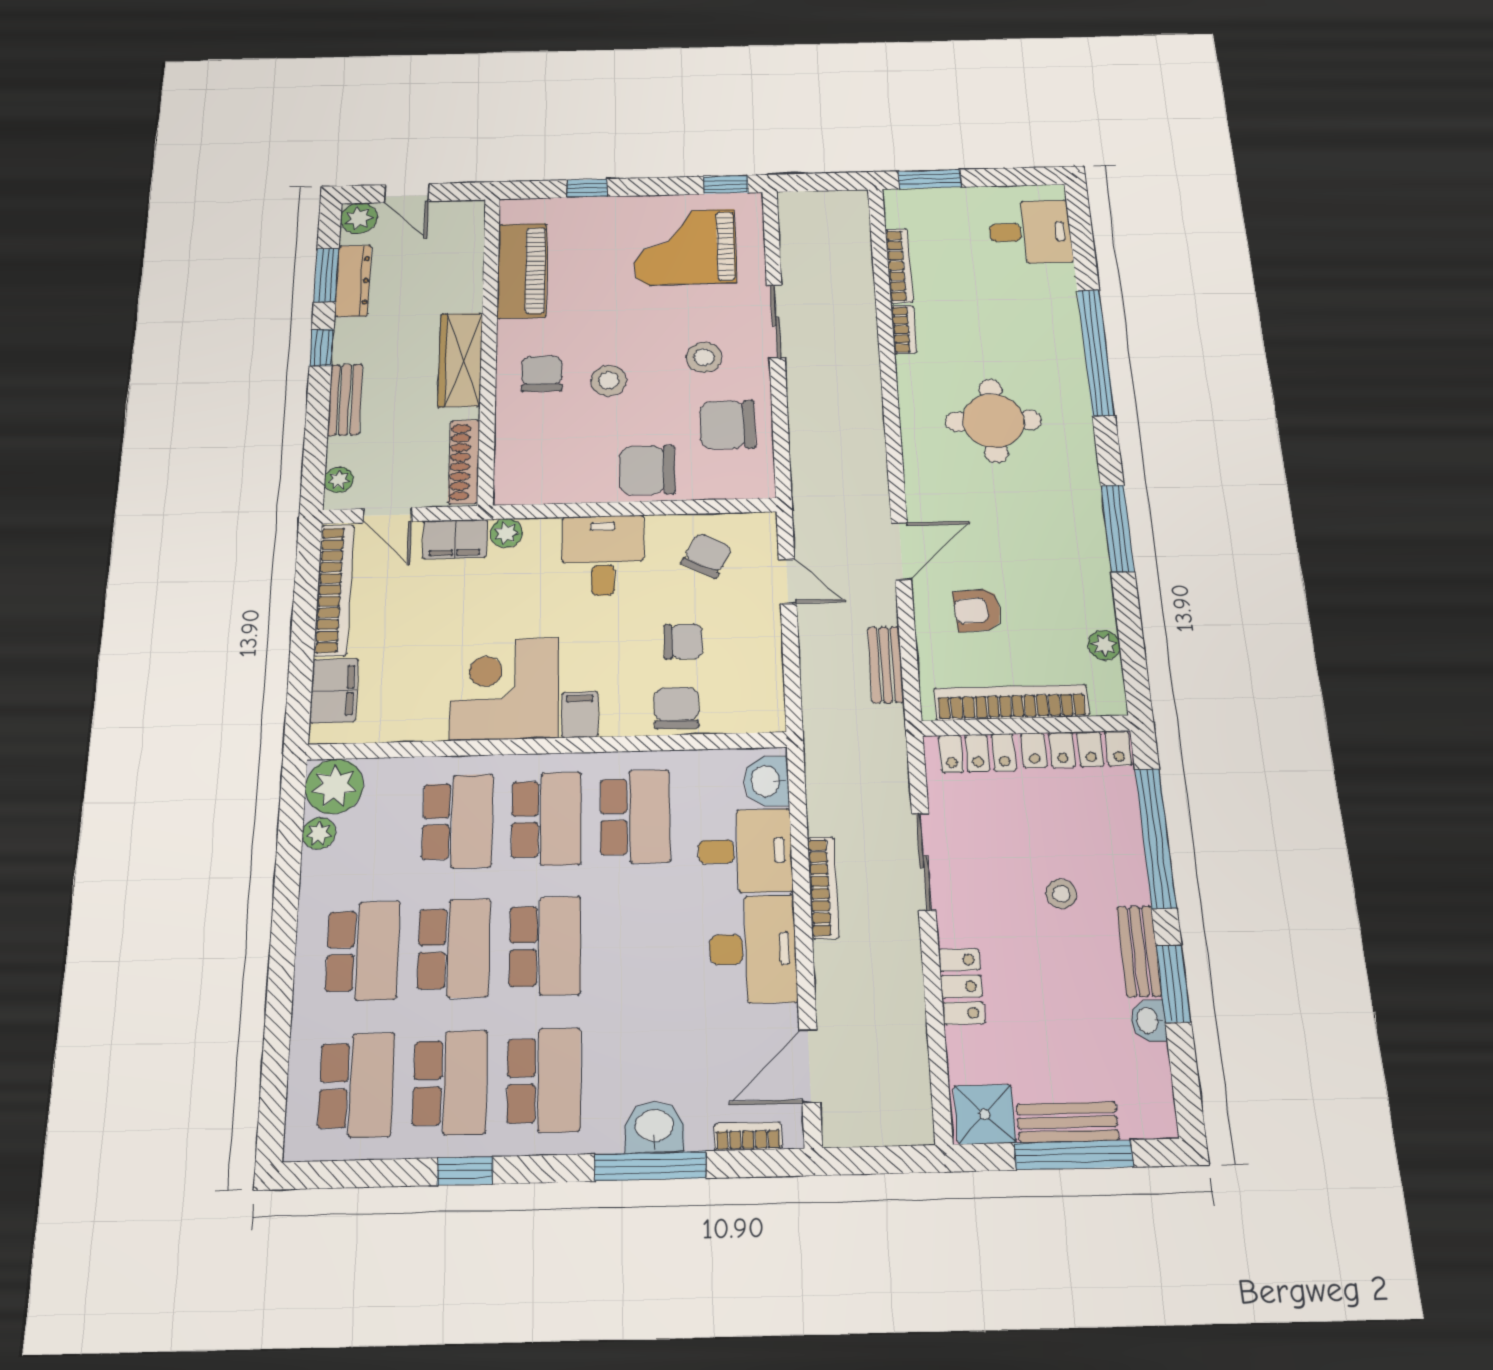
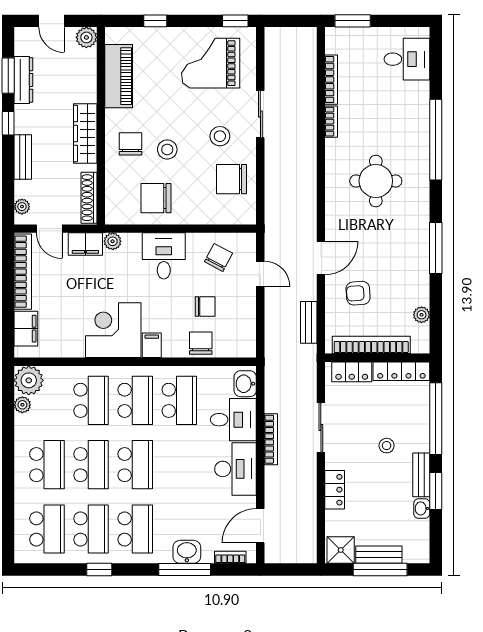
plant: (359, 218) -> (86, 37), moved
chair: (647, 470) -> (156, 198), moved

